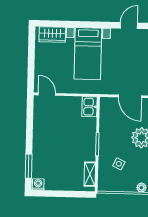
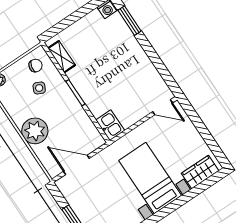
chair: (111, 180) -> (36, 66), added

